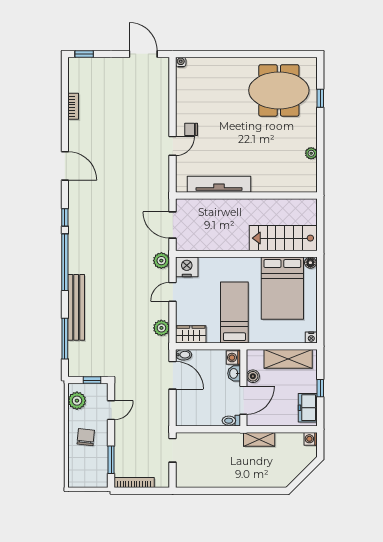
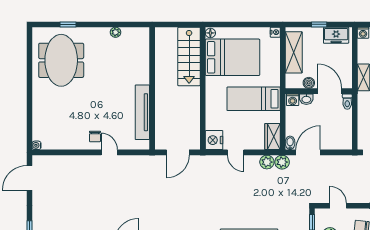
plant: (161, 261) -> (282, 162), moved

